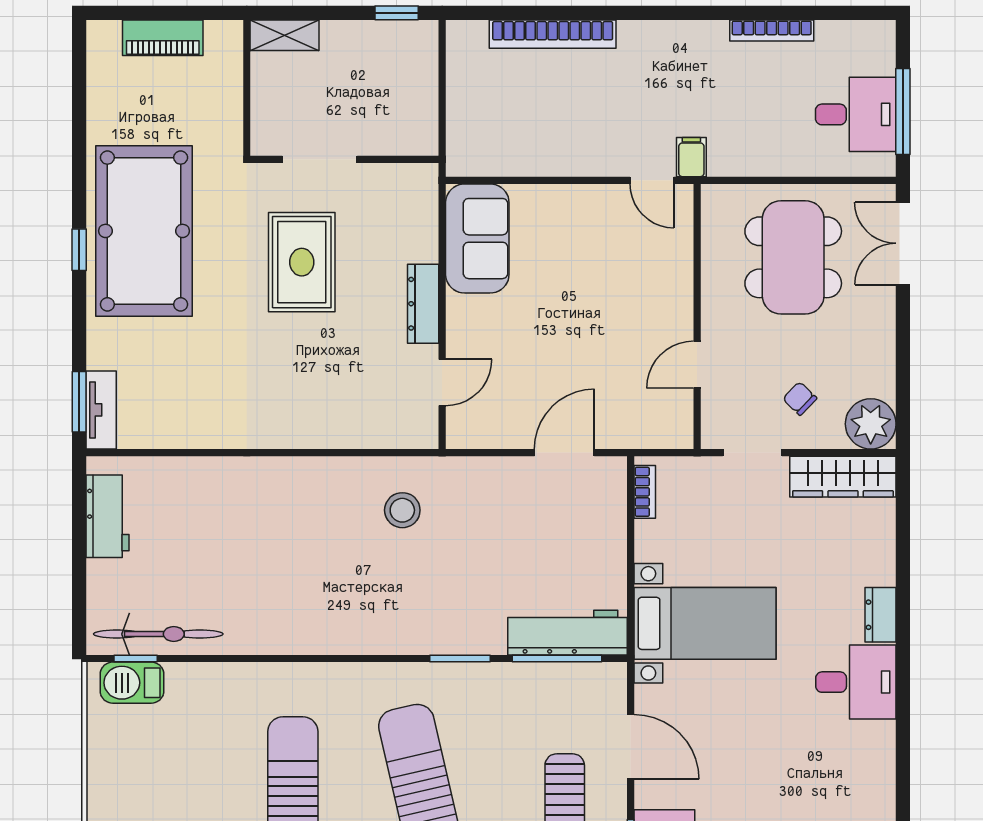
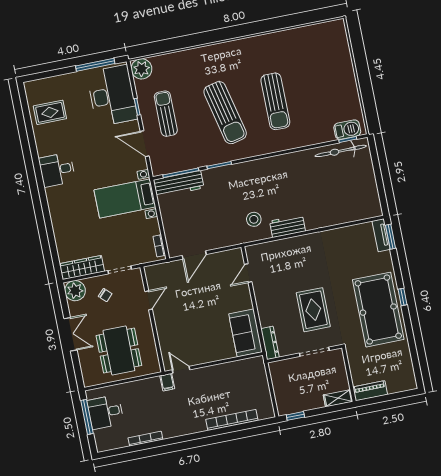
piano: (163, 38) -> (370, 391), moved
double door: (903, 243) -> (70, 334), moved
dresser: (423, 304) -> (270, 343), moved
workbench: (108, 516) -> (287, 226), moved, turned 90
dresser: (881, 615) -> (56, 216), removed
desk: (856, 682) -> (57, 170), moved

